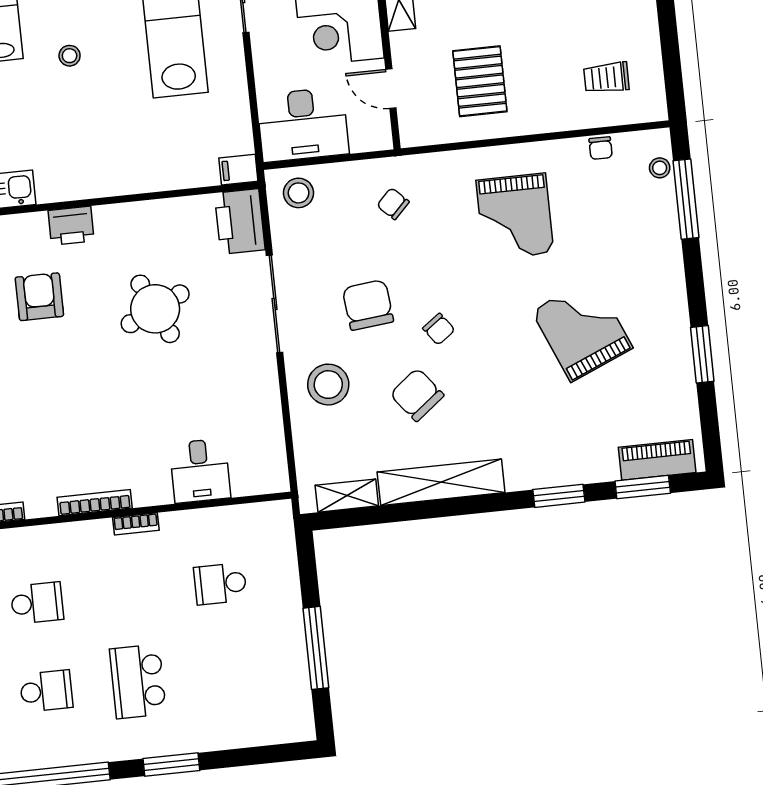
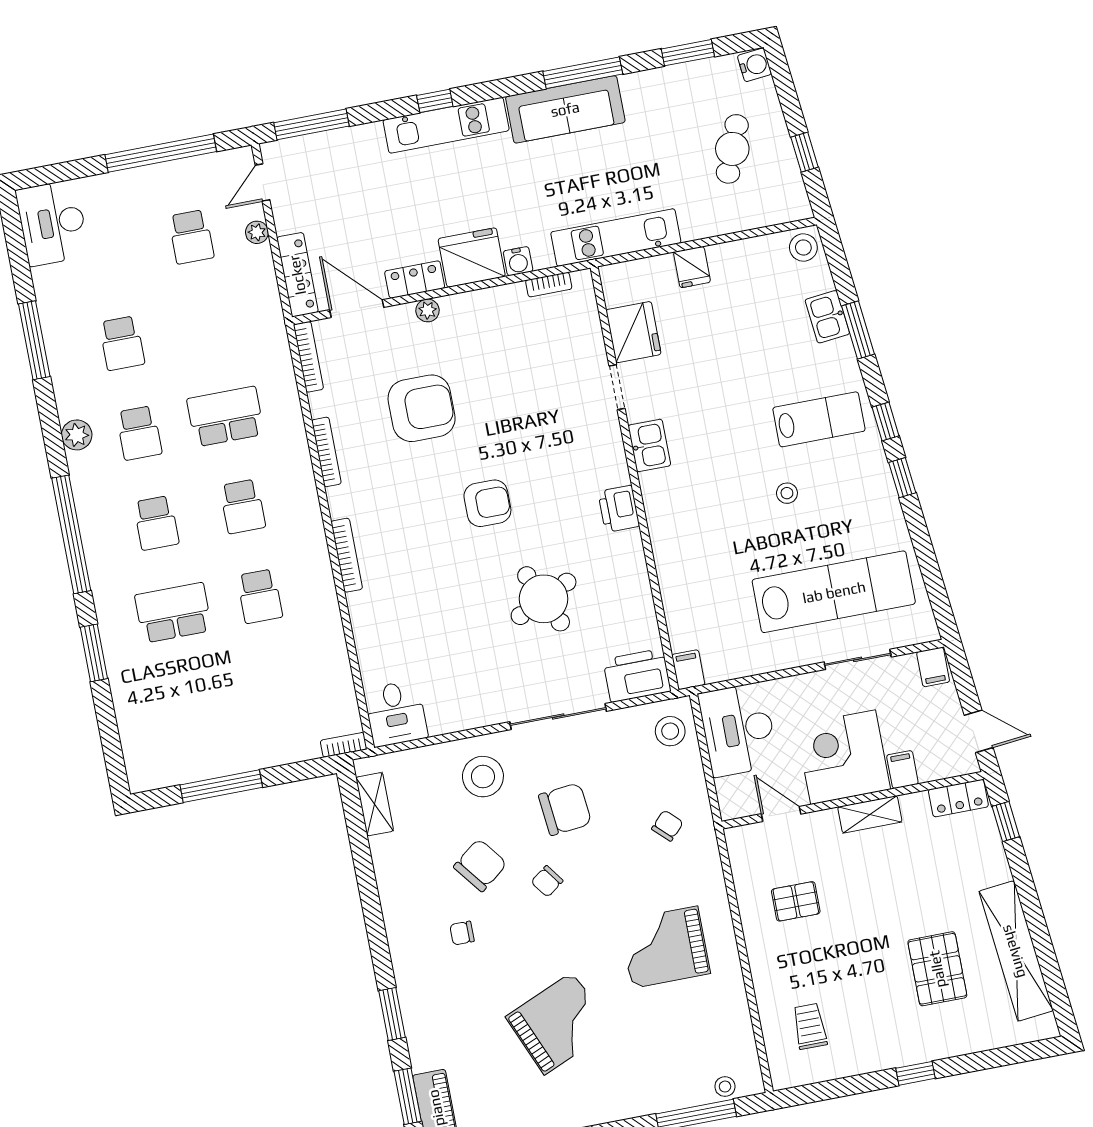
pallet: (480, 81) -> (796, 901), width x0.67, depth x0.71
door: (391, 89) -> (781, 814), hinge flipped
chair: (601, 148) -> (462, 933), moved
armchair: (39, 297) -> (487, 503), moved
desk: (200, 471) -> (396, 713), moved, turned -90
shelving: (441, 482) -> (396, 896), removed
bookcase: (136, 524) -> (344, 745), moved, turned 90
school desk: (220, 584) -> (260, 596), moved, turned 180

